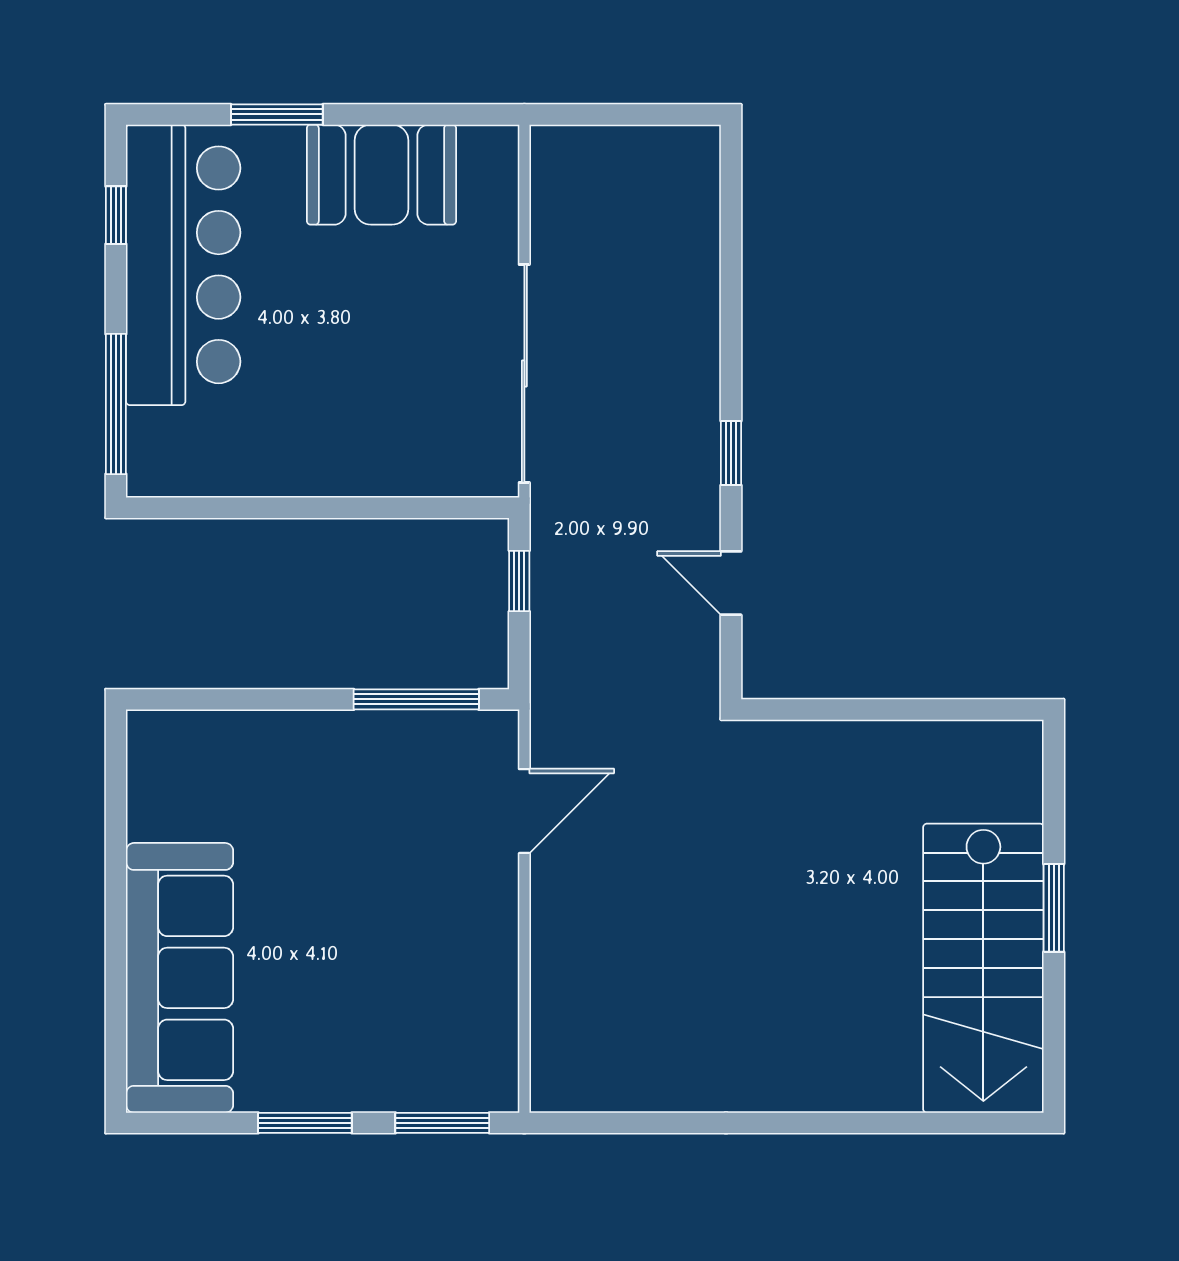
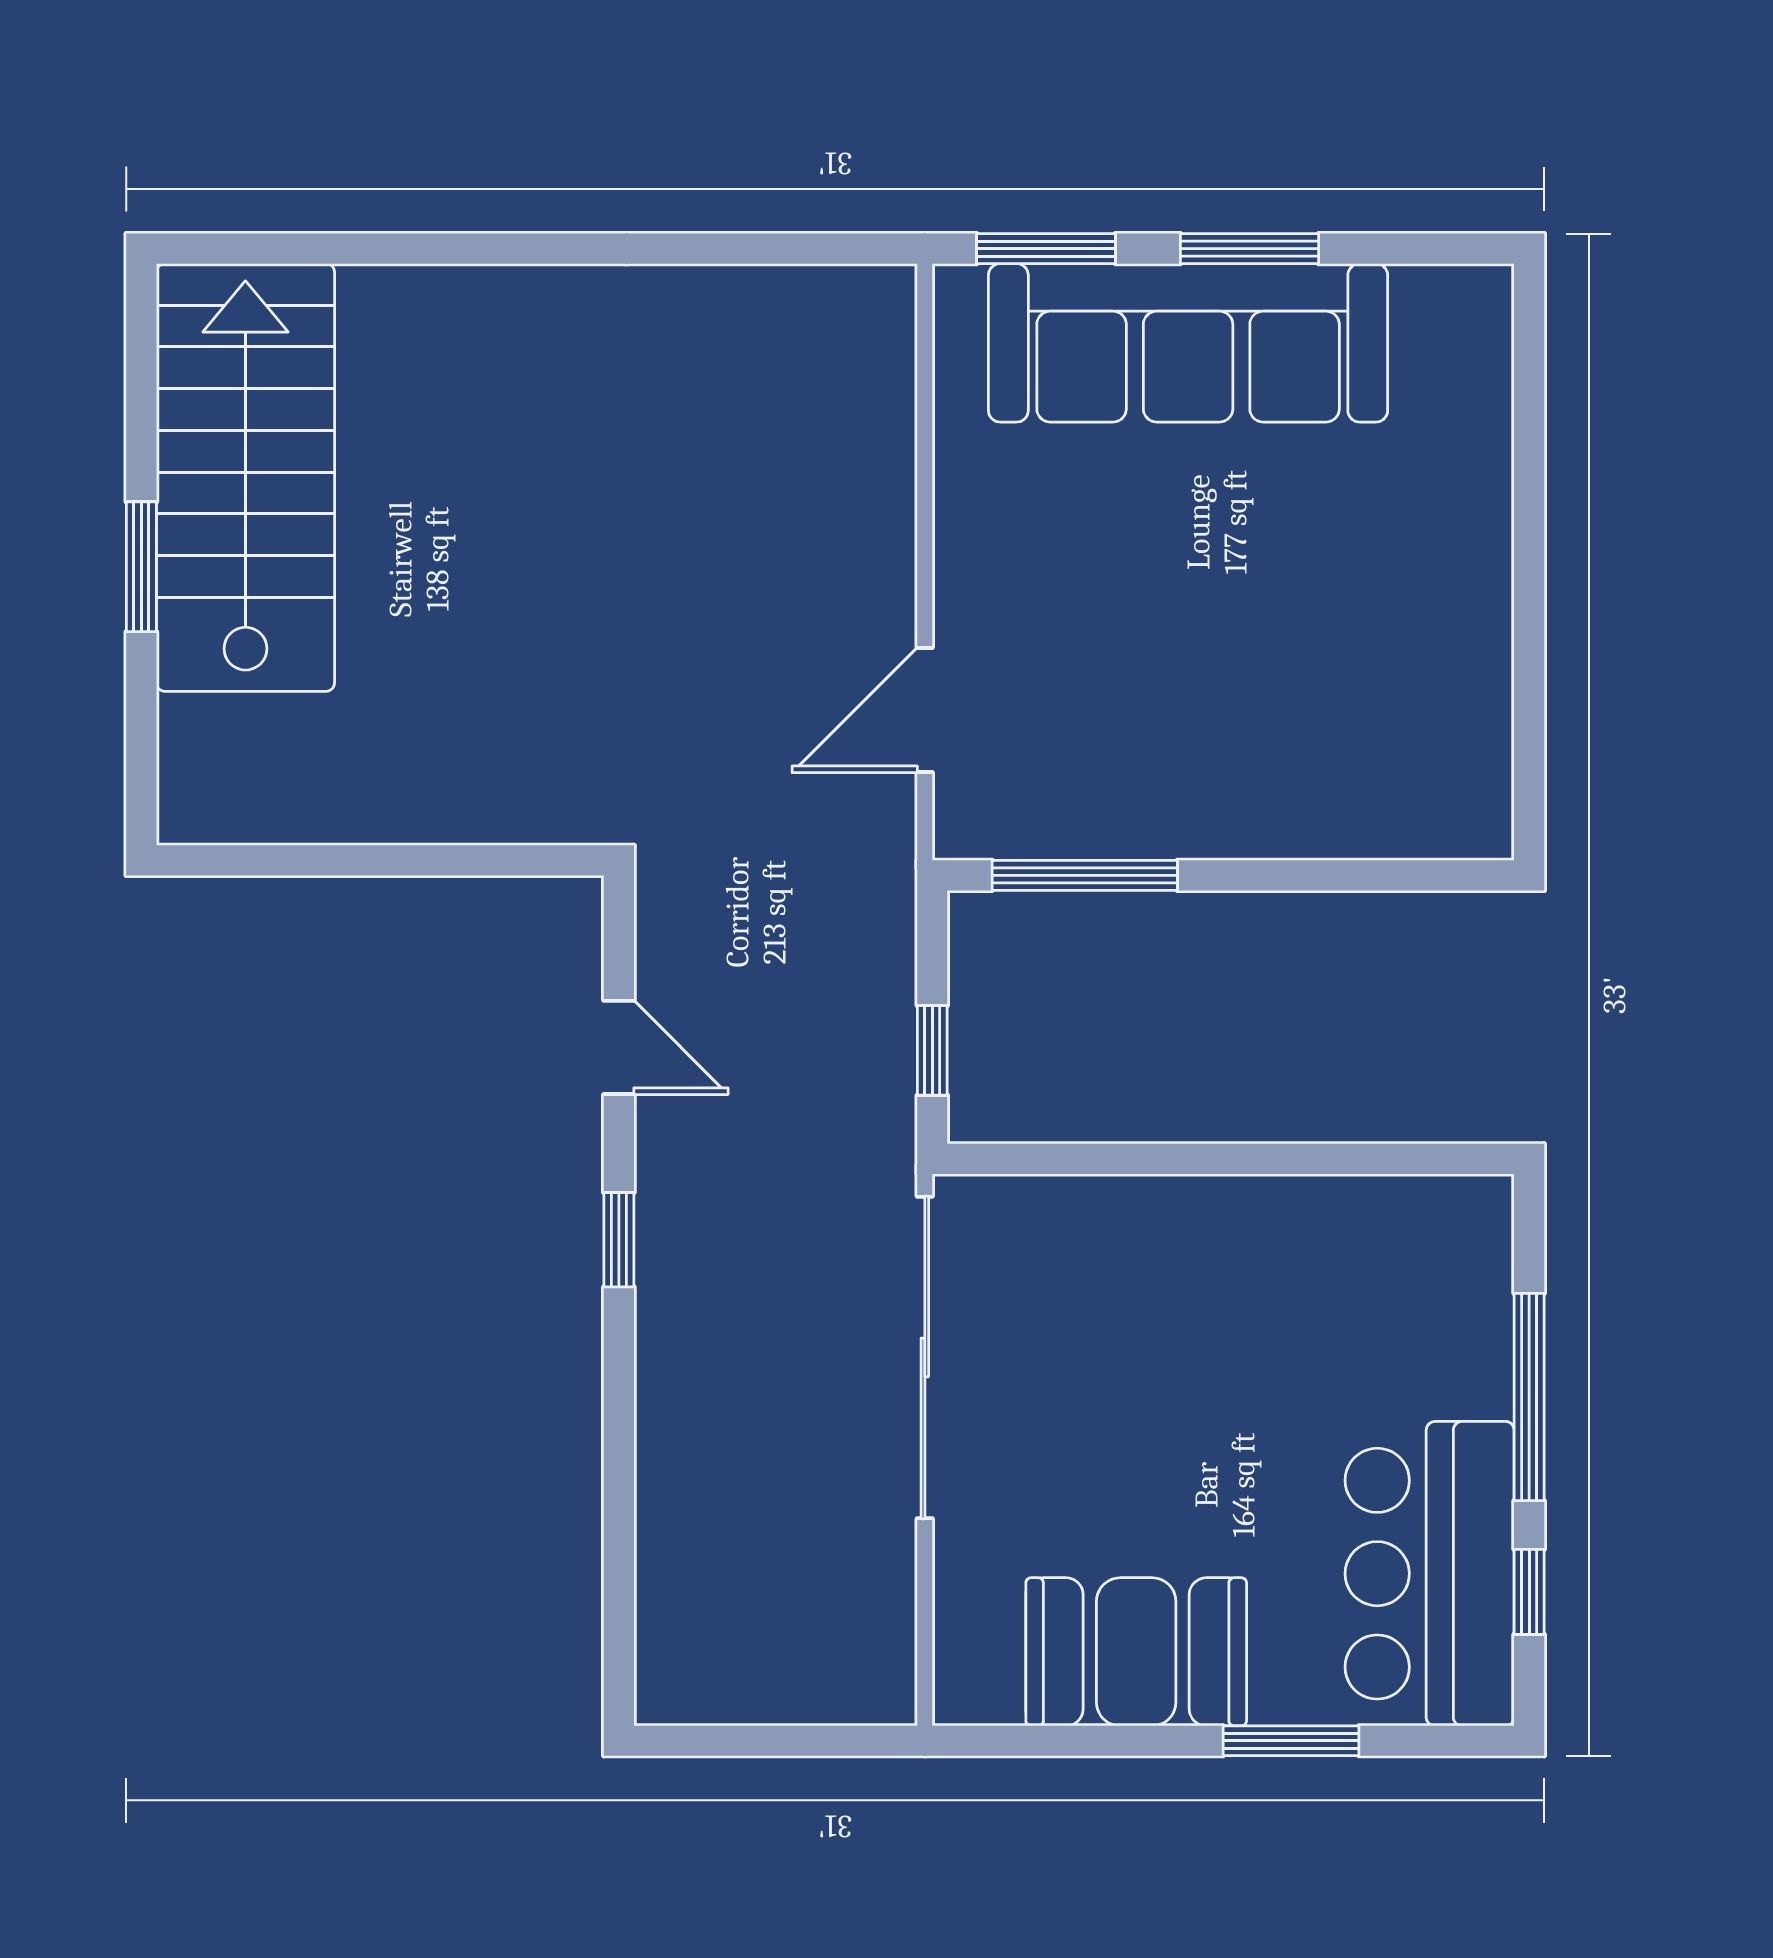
bar counter: (183, 265) -> (1430, 1574), width x0.73
window: (116, 404) -> (1529, 1397), moved
sofa: (180, 978) -> (1188, 343), moved, turned -90

